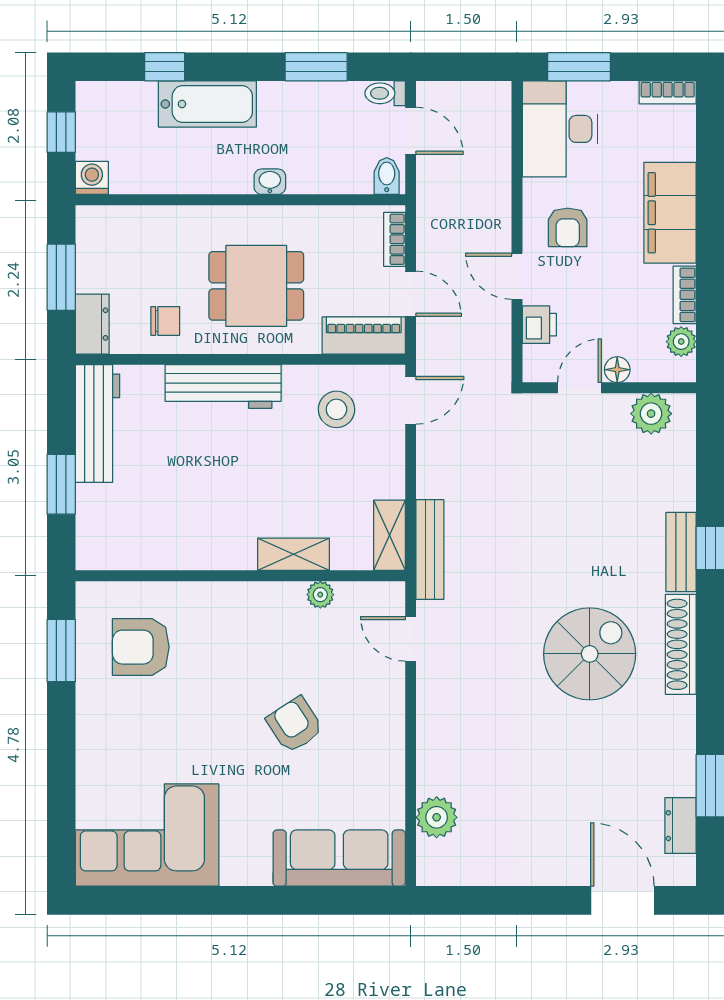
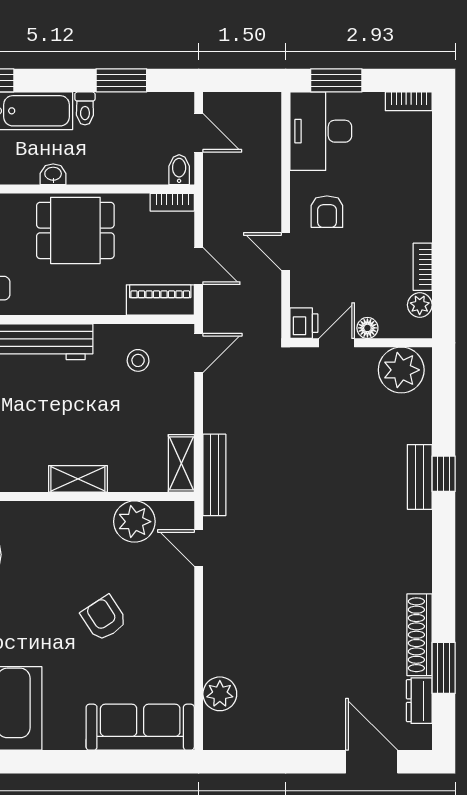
toilet: (385, 93) -> (85, 108), moved, turned -90
washbasin: (270, 182) -> (53, 174), moved
filing cabinet: (670, 213) -> (411, 200), removed
bookcase: (394, 239) -> (172, 202), moved, turned -90
dining table: (256, 286) -> (75, 230), moved
printer: (539, 325) -> (304, 323), moved
stool: (336, 409) -> (138, 360), width x0.73, depth x0.73
plant: (651, 414) -> (401, 370), width x1.36, depth x1.36
shelving: (293, 554) -> (78, 479), moved
plant: (320, 595) -> (134, 522), width x1.88, depth x1.88
shoe rack: (681, 644) -> (419, 635), moved
spiral stairs: (590, 654) -> (345, 560), removed

